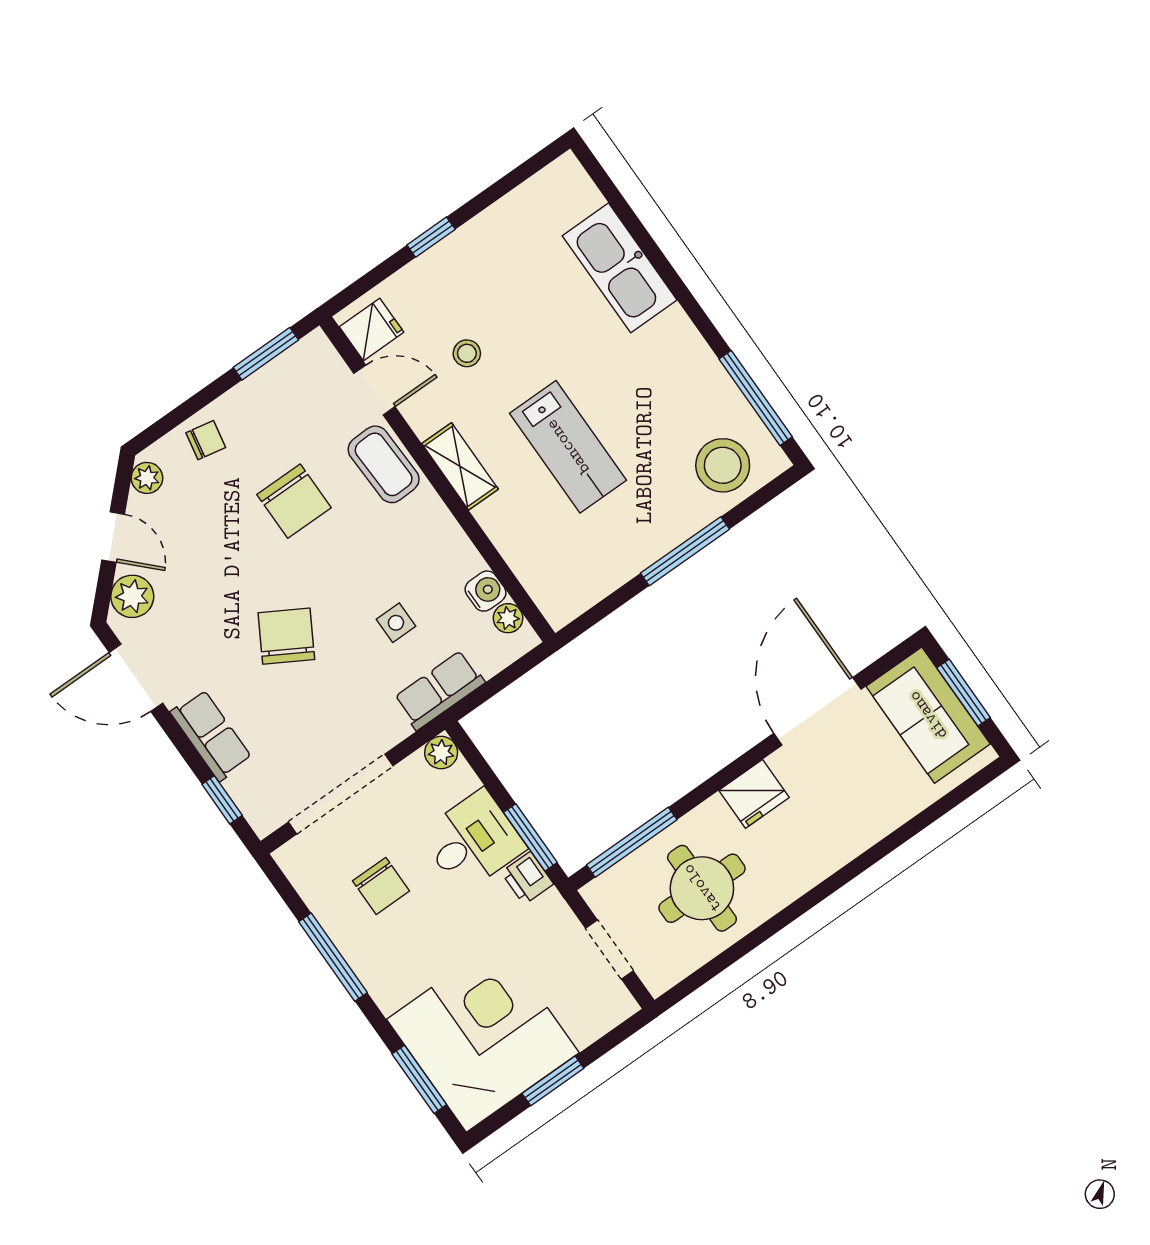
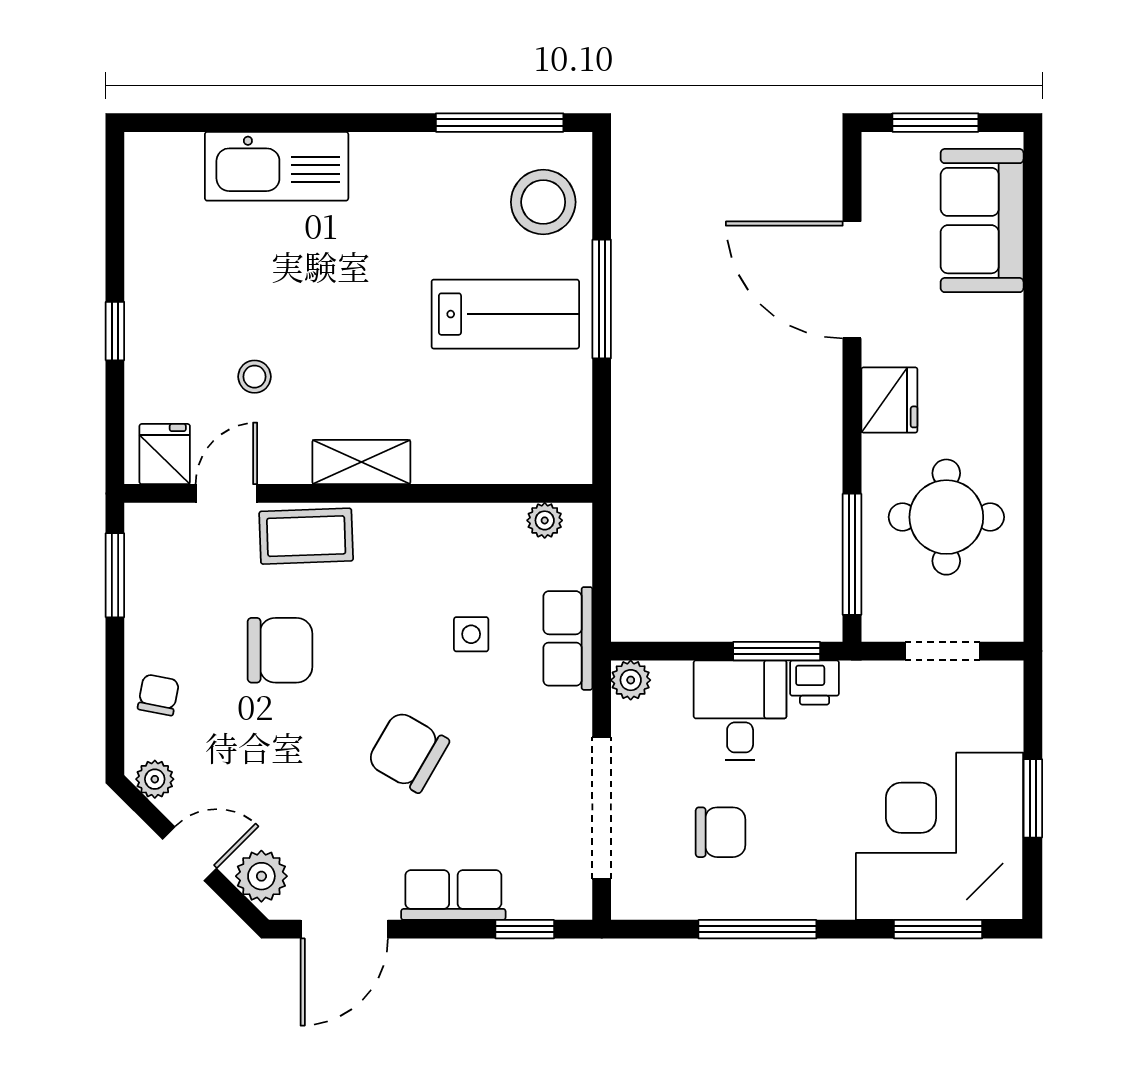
lab bench: (568, 447) -> (505, 314), moved
water cooler: (485, 591) -> (502, 524), removed
sofa: (928, 715) -> (982, 221), moved, turned 90

